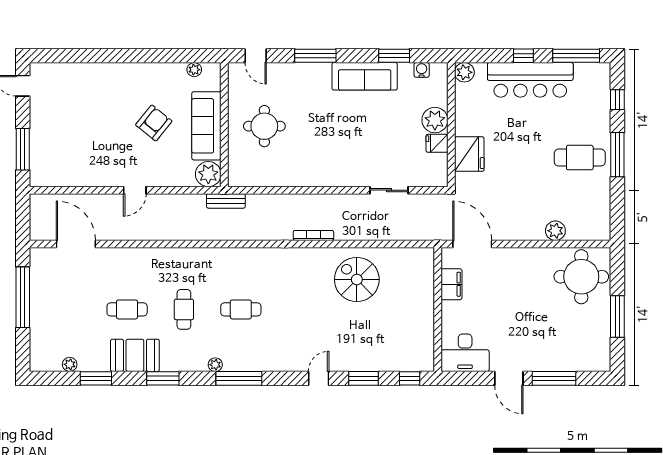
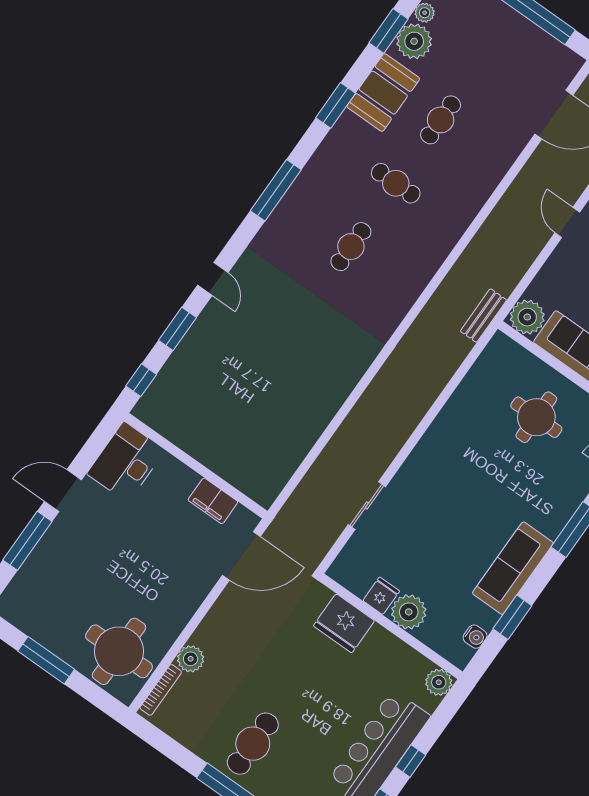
bookcase: (313, 235) -> (161, 690), moved
spiral stairs: (357, 279) -> (293, 399), removed
plant: (215, 365) -> (414, 41), moved, width x1.88, depth x1.88

